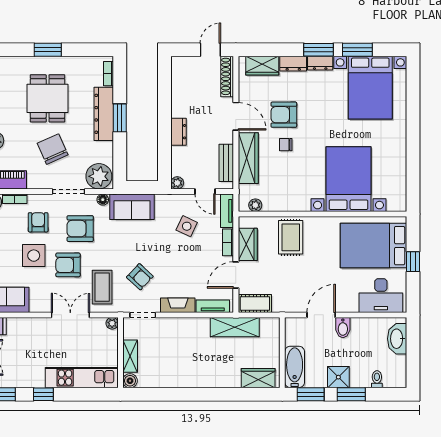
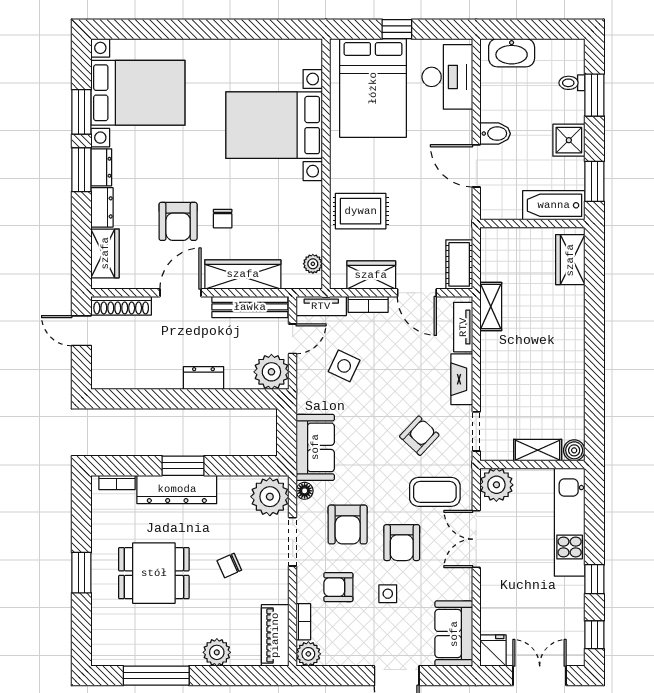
chair: (53, 149) -> (229, 565), width x0.54, depth x0.54
bench: (226, 163) -> (250, 307), width x1.36
plant: (177, 183) -> (271, 372), width x1.87, depth x1.87
side table: (34, 256) -> (388, 594), width x0.54, depth x0.54
plant: (112, 323) -> (496, 485), width x1.87, depth x1.87
shelving: (235, 327) -> (491, 306), width x0.67, depth x0.75
window: (351, 394) -> (594, 95), moved

